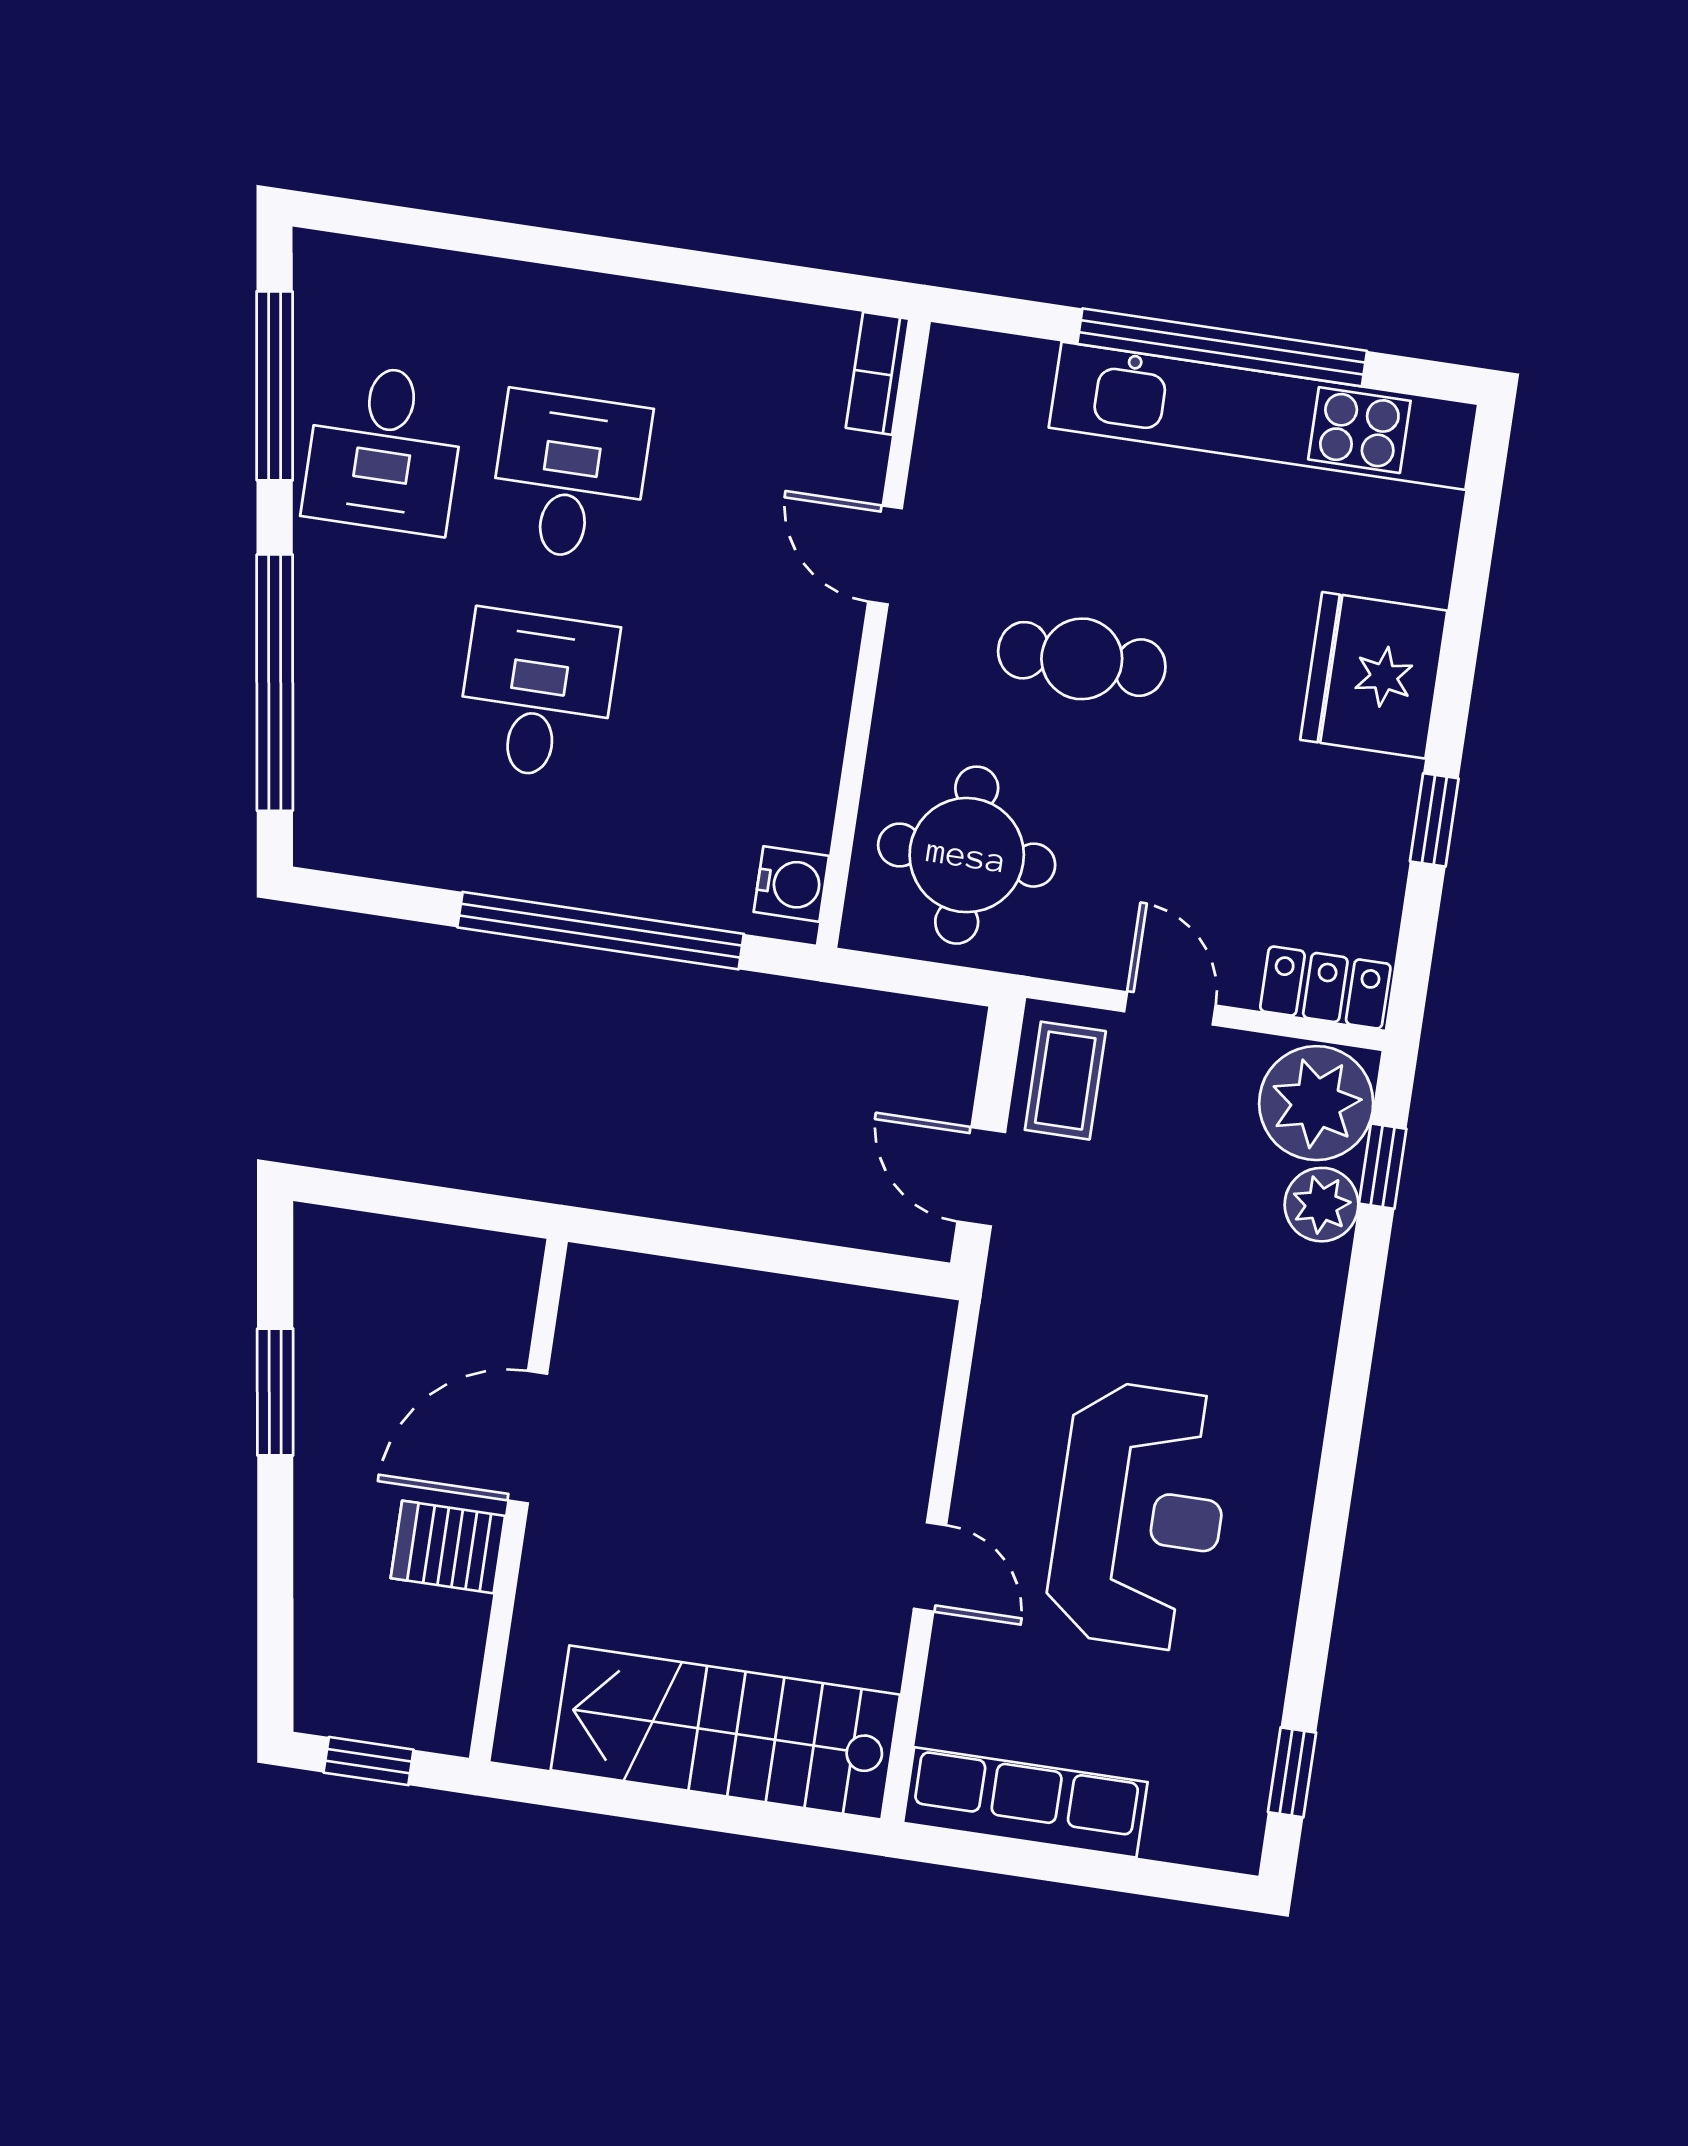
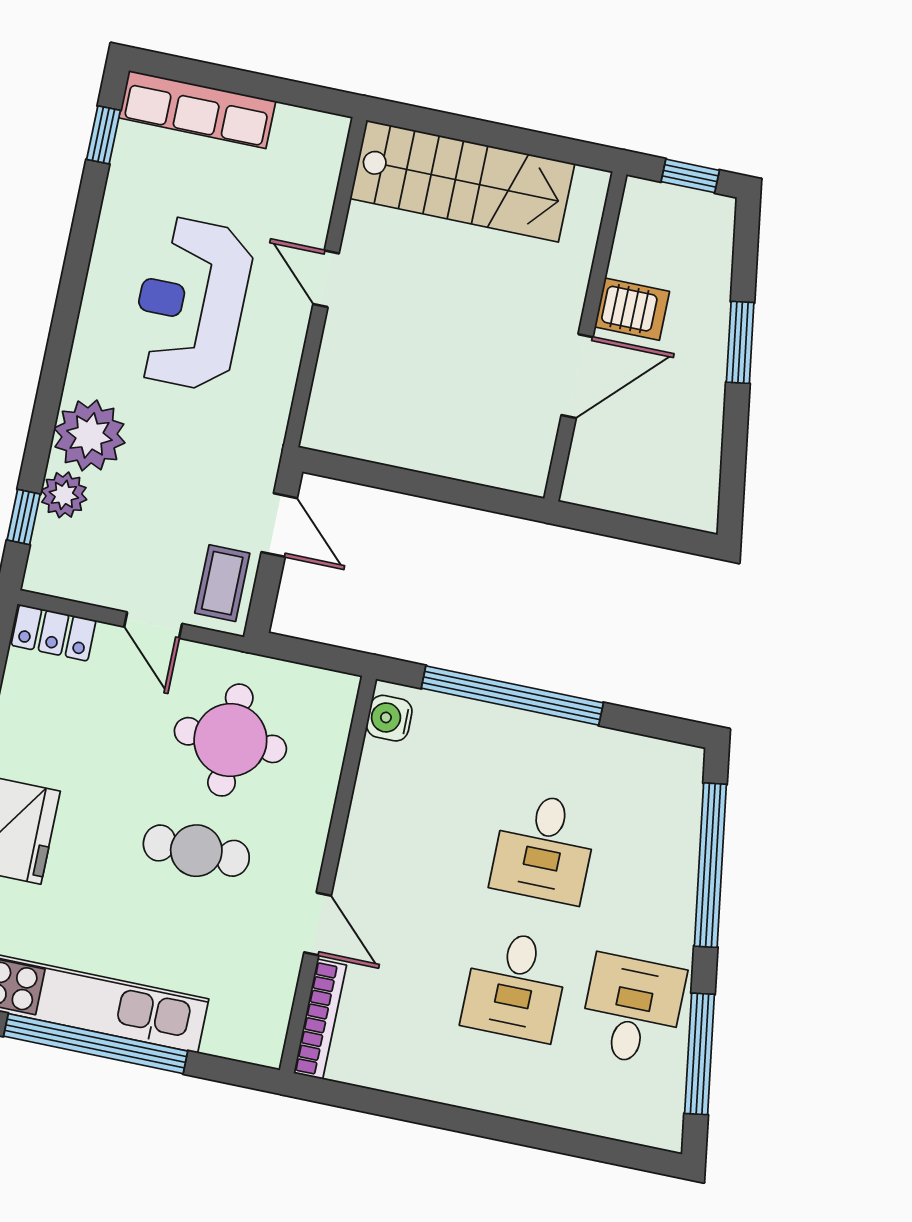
bookcase: (878, 373) -> (320, 1019), width x1.56
round table: (967, 855) -> (230, 740), moved
plant: (1316, 1103) -> (89, 435), moved
window: (275, 1392) -> (740, 342), moved
row of seats: (1025, 1802) -> (197, 109), moved

